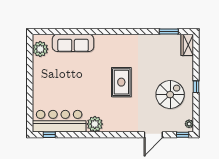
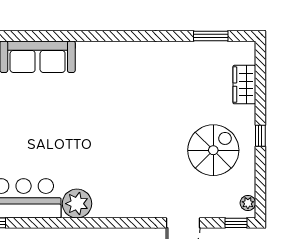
wardrobe: (187, 45) -> (244, 85), moved
rug: (121, 82) -> (125, 128), removed

